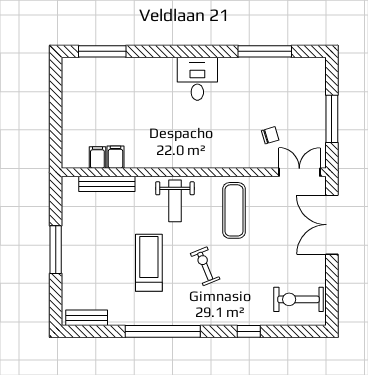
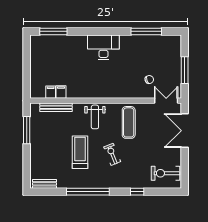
desk: (197, 79) -> (103, 47), width x1.37
window: (56, 250) -> (27, 130), moved

